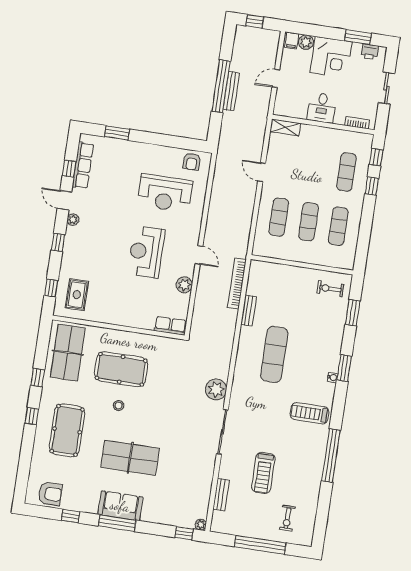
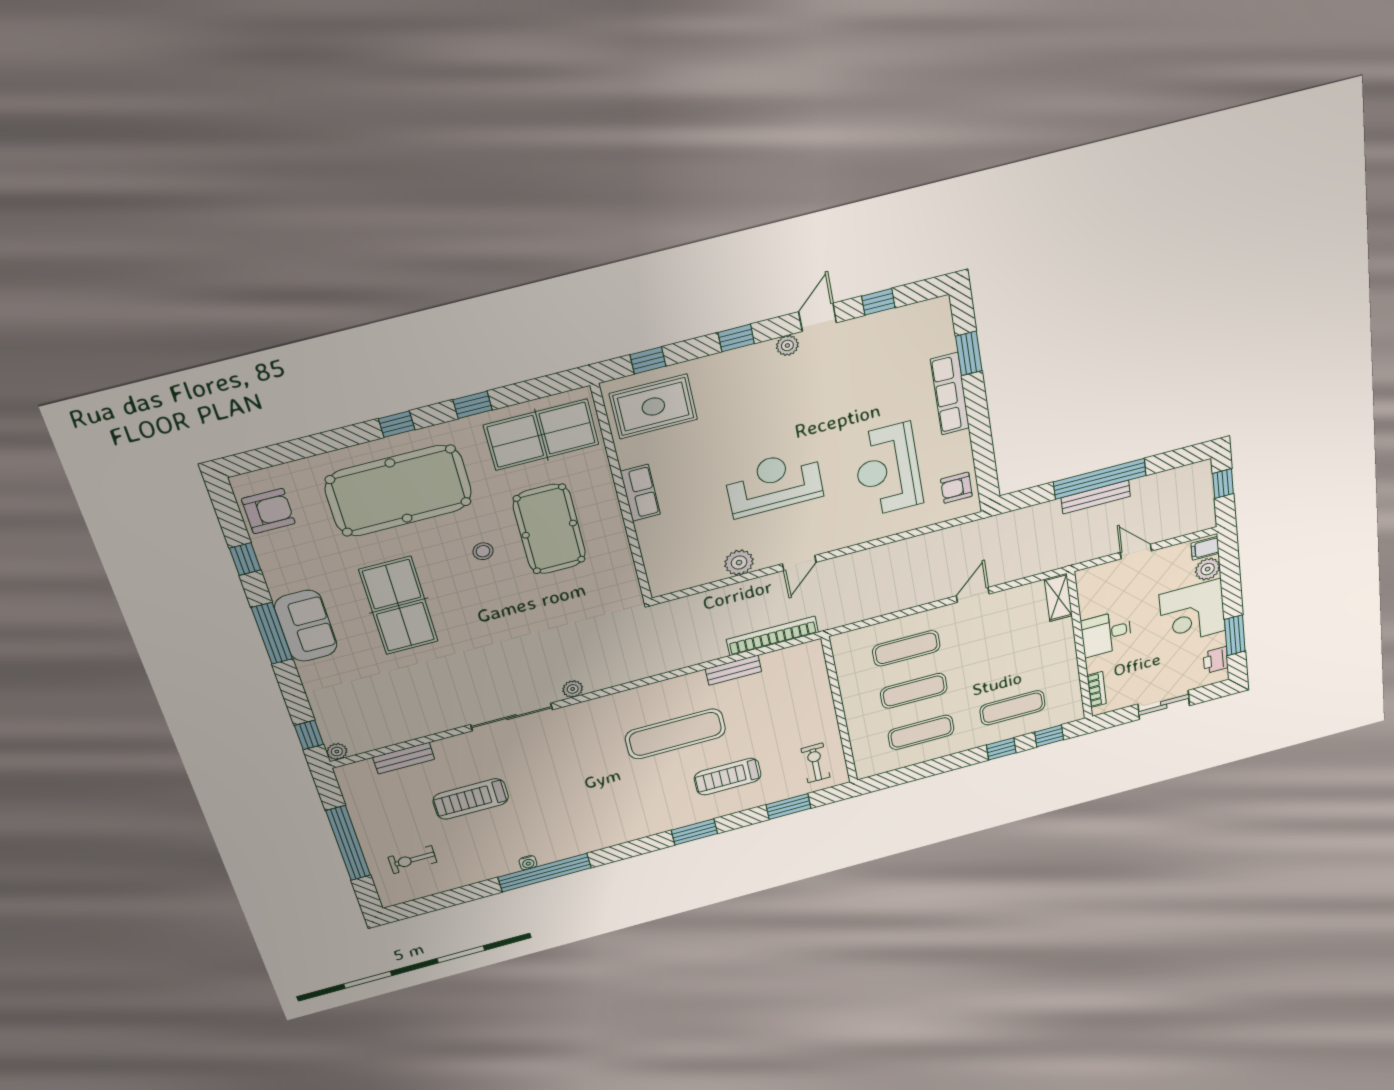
row of seats: (83, 165) -> (950, 394), moved, turned 90
rug: (77, 295) -> (653, 407), width x1.36, depth x1.43
row of seats: (170, 326) -> (640, 493), moved
water cooler: (333, 377) -> (528, 863), moved
plant: (216, 389) -> (573, 689), width x0.53, depth x0.53
treadmill: (310, 413) -> (728, 777), moved, turned -90
pool table: (67, 430) -> (399, 491), width x1.36, depth x1.32
armchair: (50, 494) -> (268, 511), turned -90

